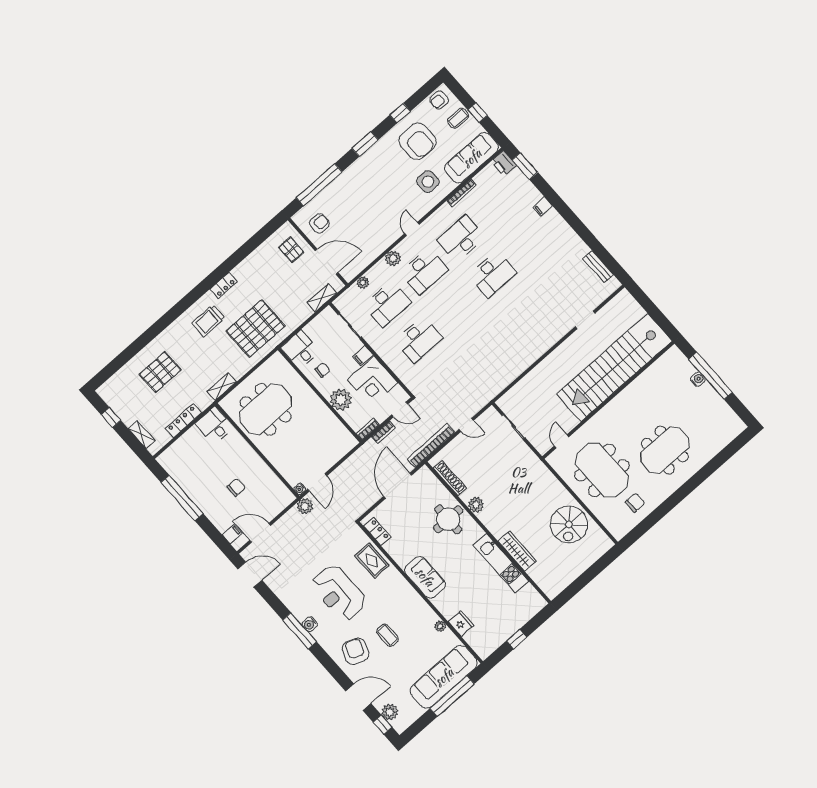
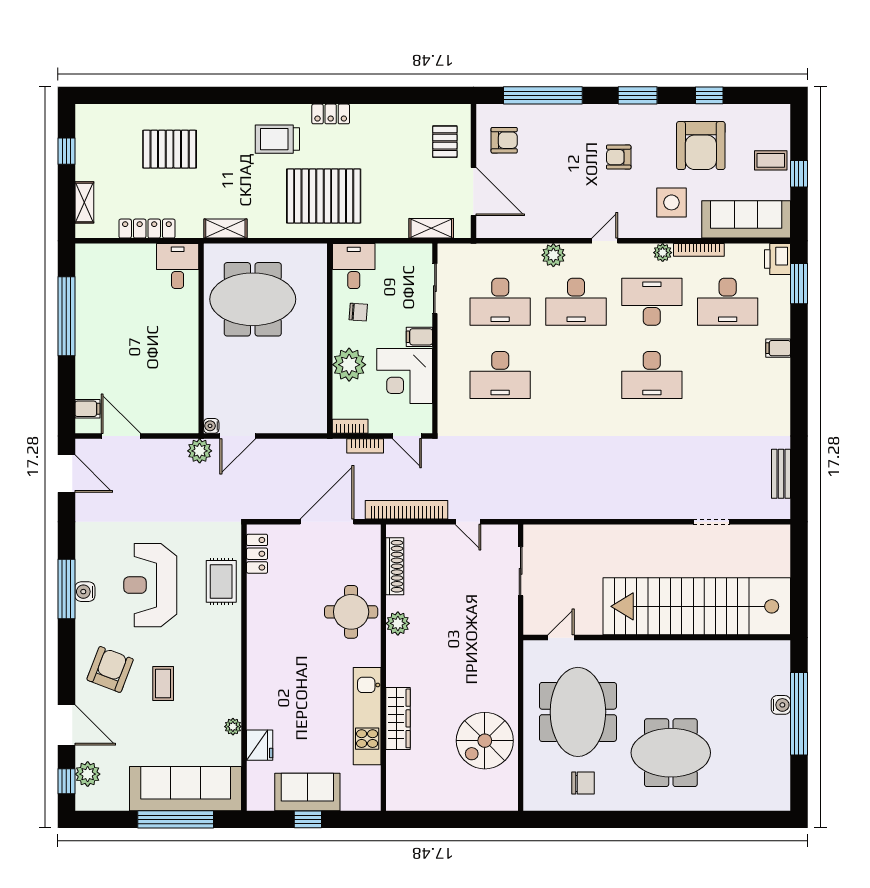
armchair: (439, 100) -> (619, 157), moved
desk: (498, 206) -> (728, 302), added
plant: (363, 283) -> (663, 253), moved
chair: (236, 487) -> (139, 359), removed
sofa: (425, 577) -> (307, 792), moved, turned -90

